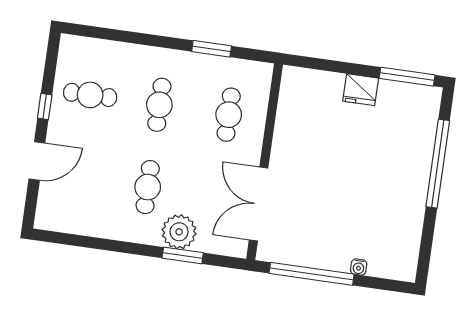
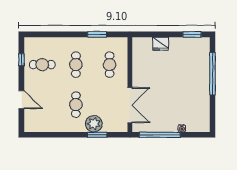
window: (407, 77) -> (192, 34), width x0.69
fridge: (361, 90) -> (161, 44), moved
window: (45, 107) -> (21, 60), moved
door: (37, 161) -> (21, 100), hinge flipped
double door: (259, 204) -> (130, 105), swing flipped

